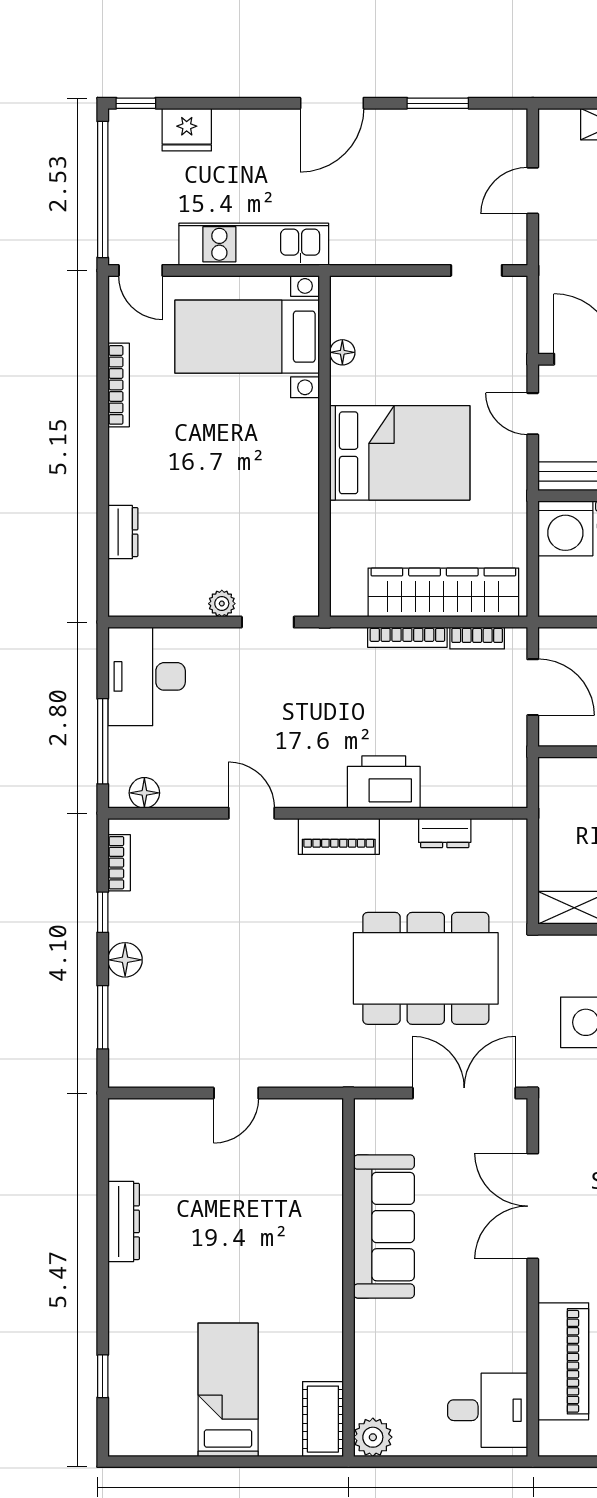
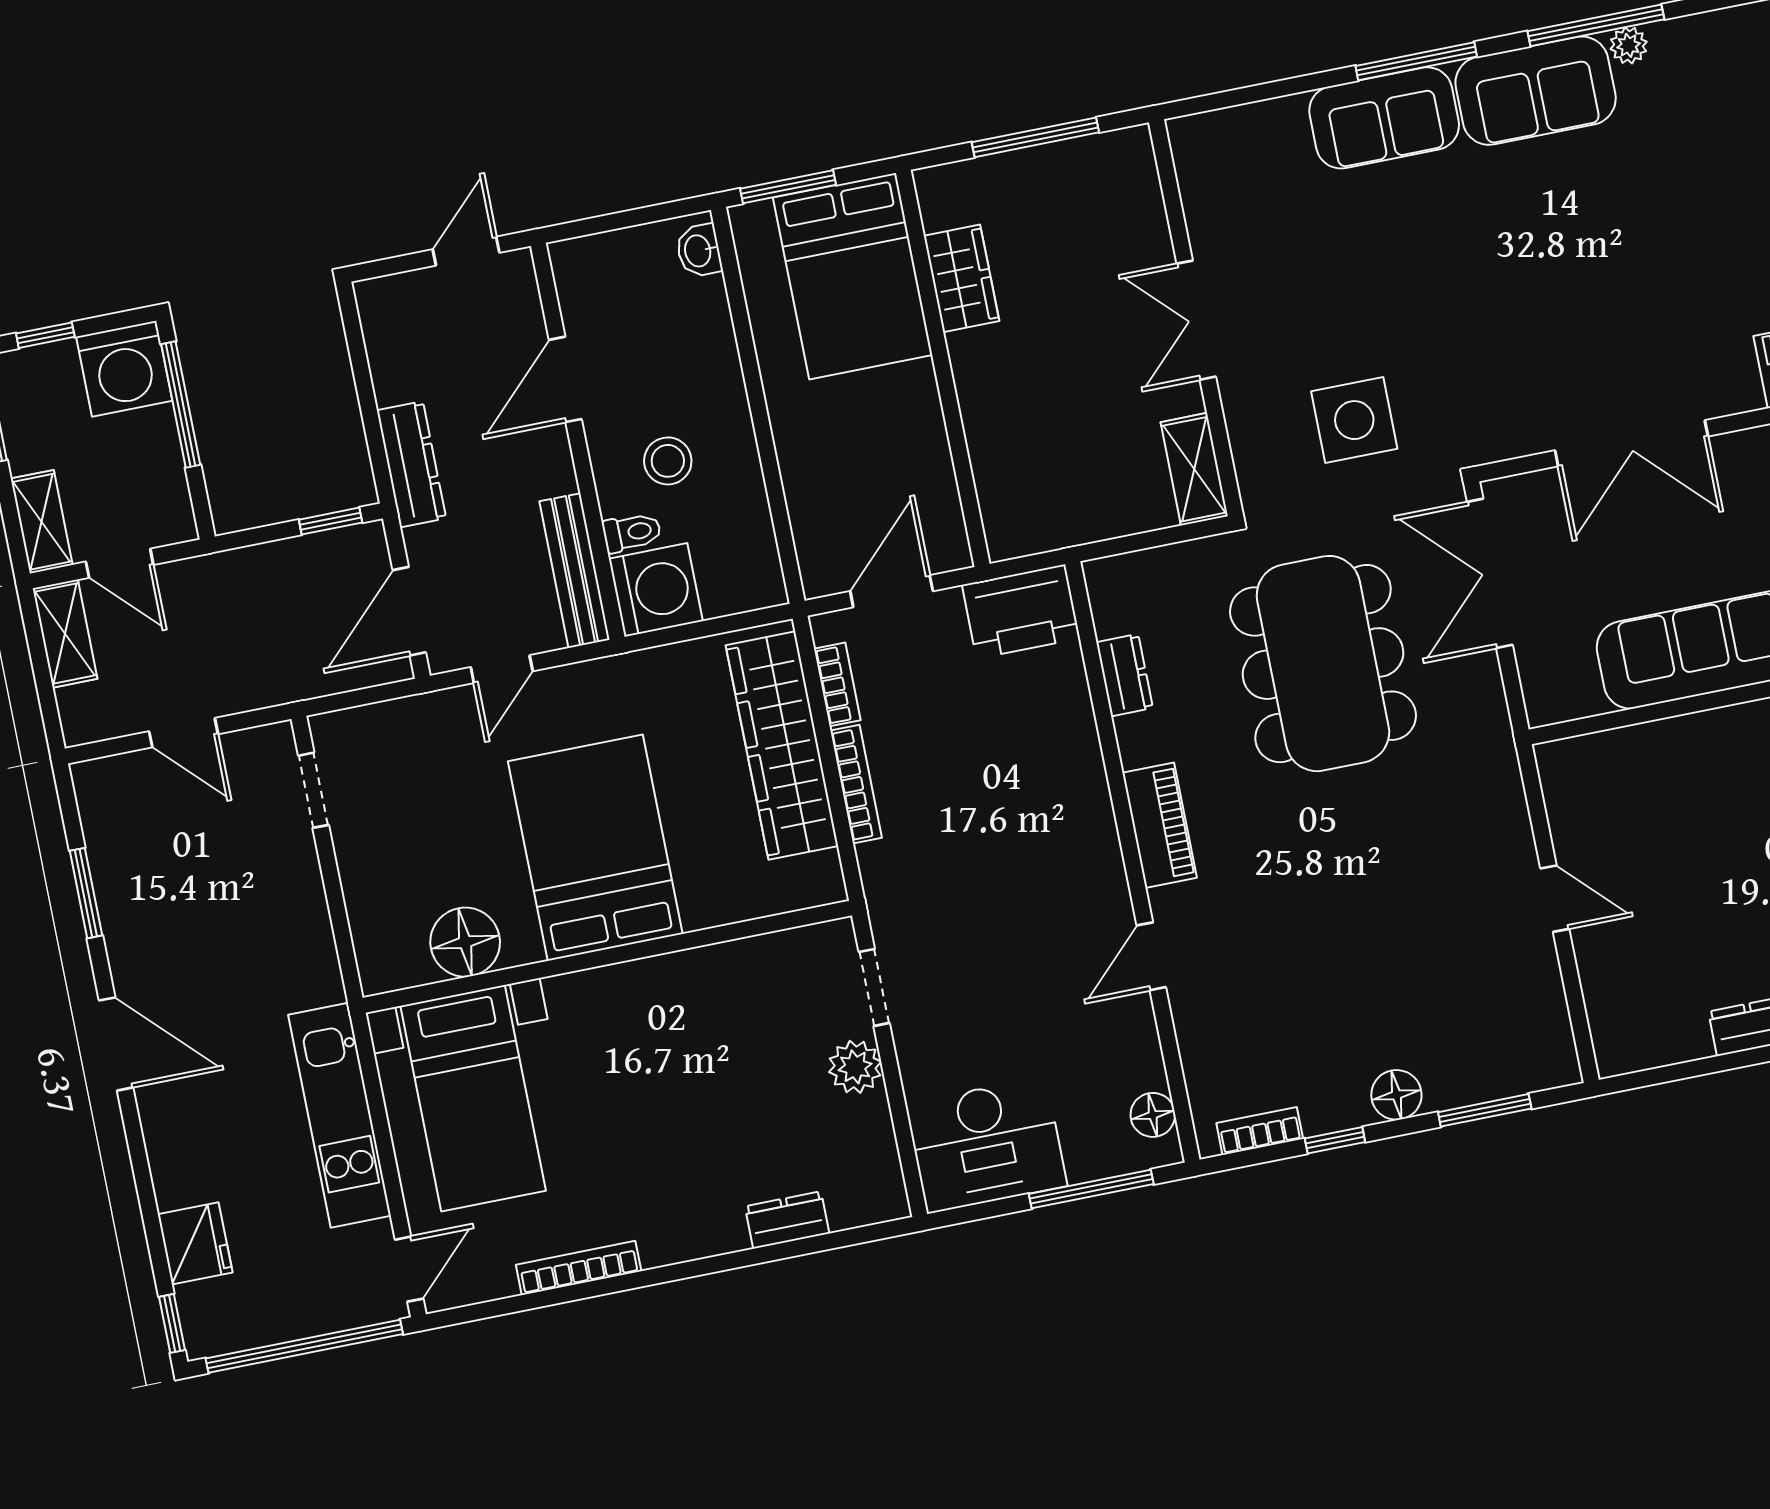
floor lamp: (342, 352) -> (465, 942), width x1.89, depth x1.89
plant: (222, 604) -> (855, 1067), width x1.38, depth x1.38
printer: (384, 782) -> (1021, 612), moved, turned -90

